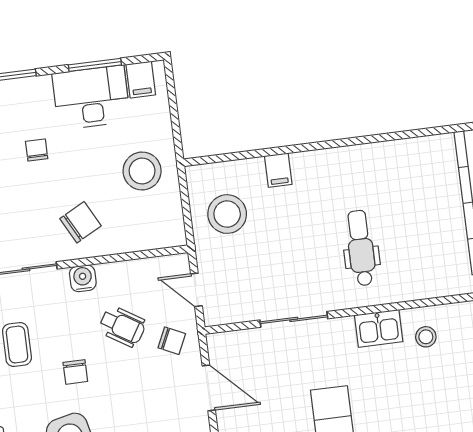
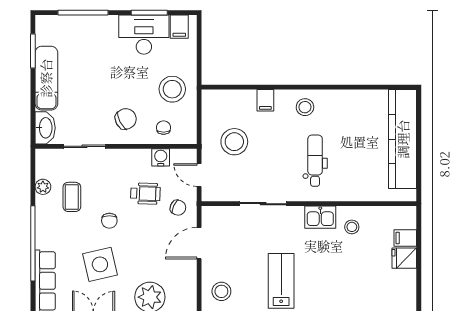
chair: (37, 150) -> (164, 128), moved
stool: (337, 173) -> (305, 107), added
stool: (227, 214) -> (234, 142), moved
water cooler: (83, 278) -> (161, 157), moved
wheelchair: (122, 326) -> (145, 194), turned -30
door: (209, 388) -> (199, 243), swing flipped

